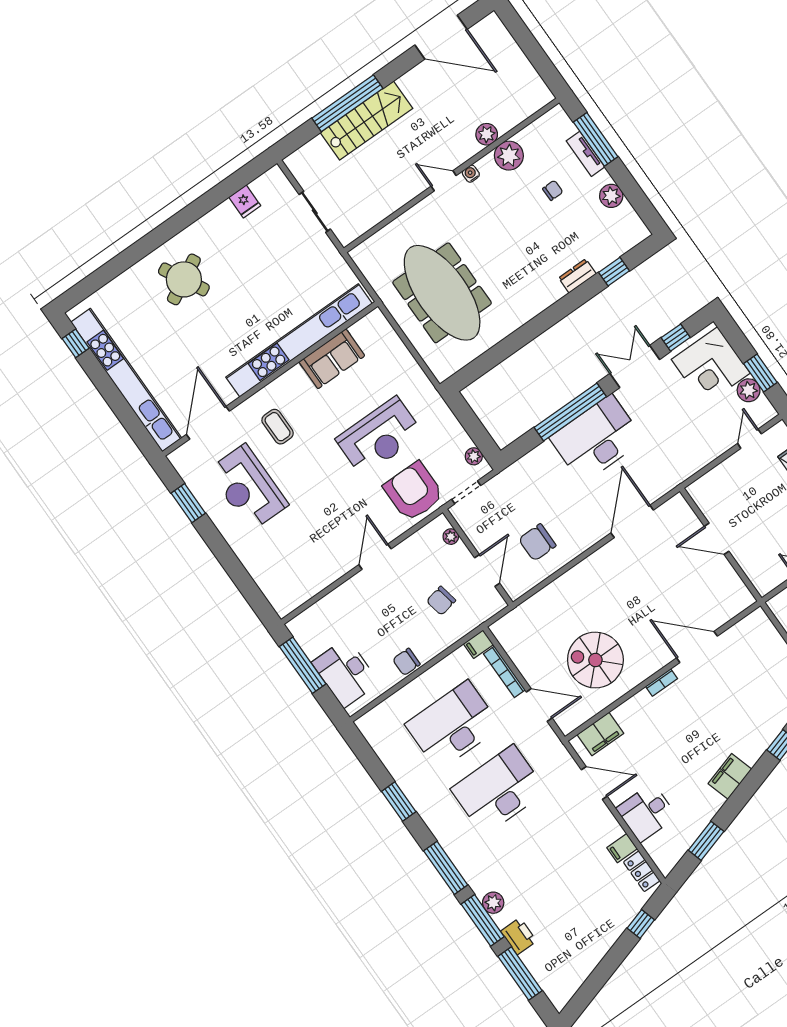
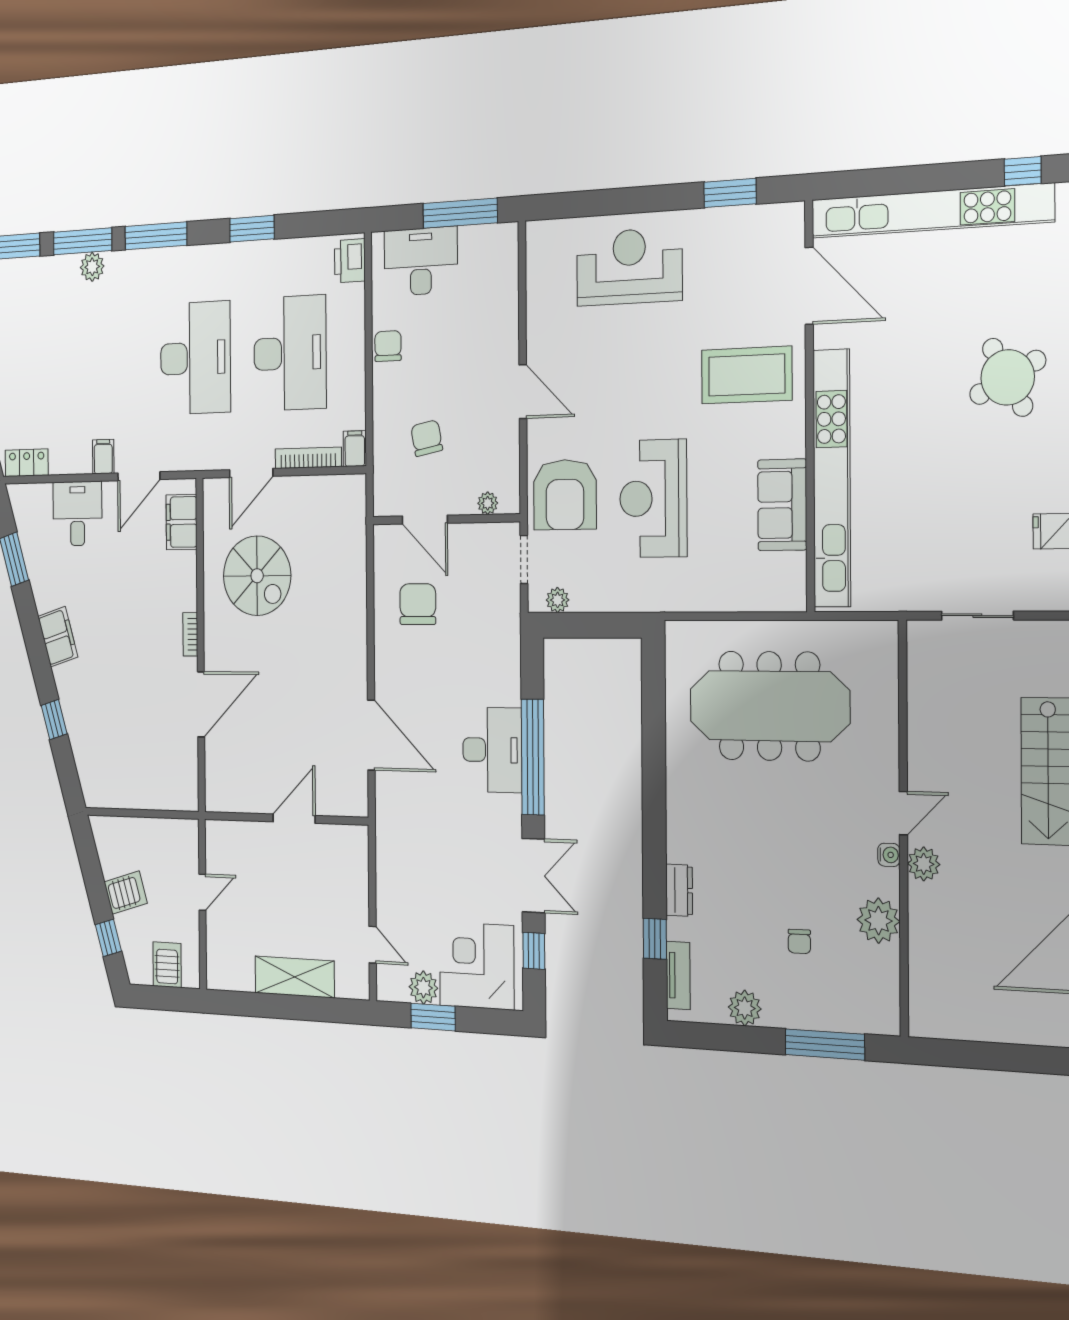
plant: (487, 134) -> (924, 864), moved
tv unit: (586, 154) -> (678, 975), moved, turned 90
coffee table: (278, 427) -> (747, 375), width x1.86, depth x1.72
desk: (597, 439) -> (492, 750), width x0.73, depth x0.77
reception desk: (248, 487) -> (629, 267), moved
armchair: (414, 492) -> (565, 495), turned 90
spiral stairs: (595, 660) -> (257, 576), turned 90
filing cabinet: (622, 848) -> (103, 457), moved
printer: (519, 936) -> (350, 261), moved, turned 90

